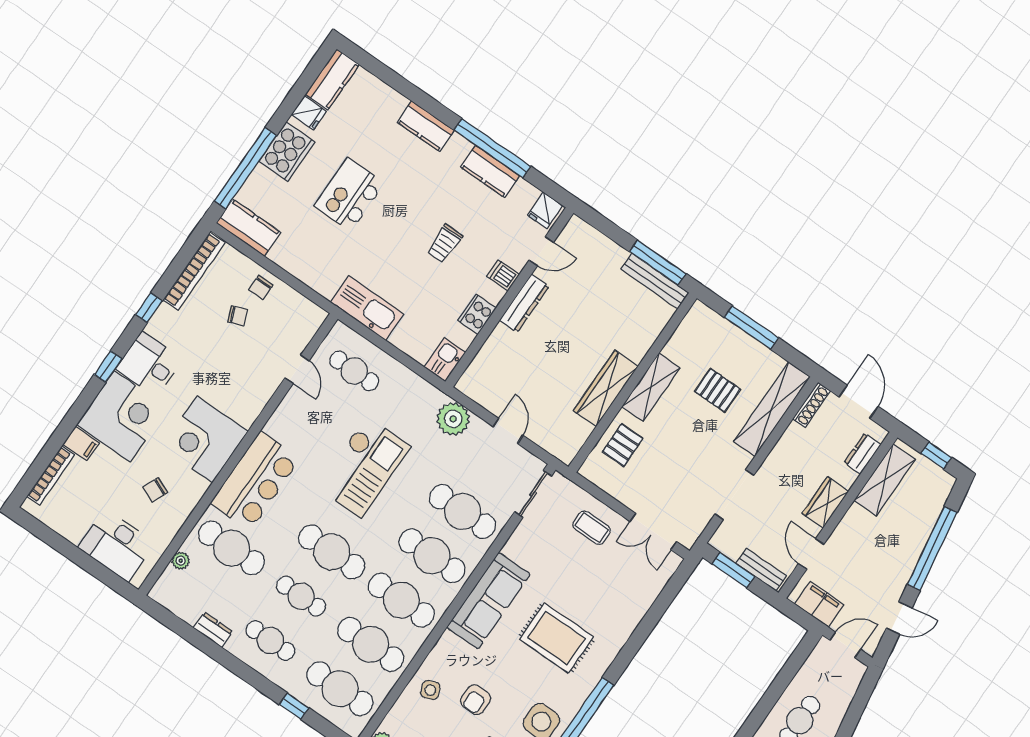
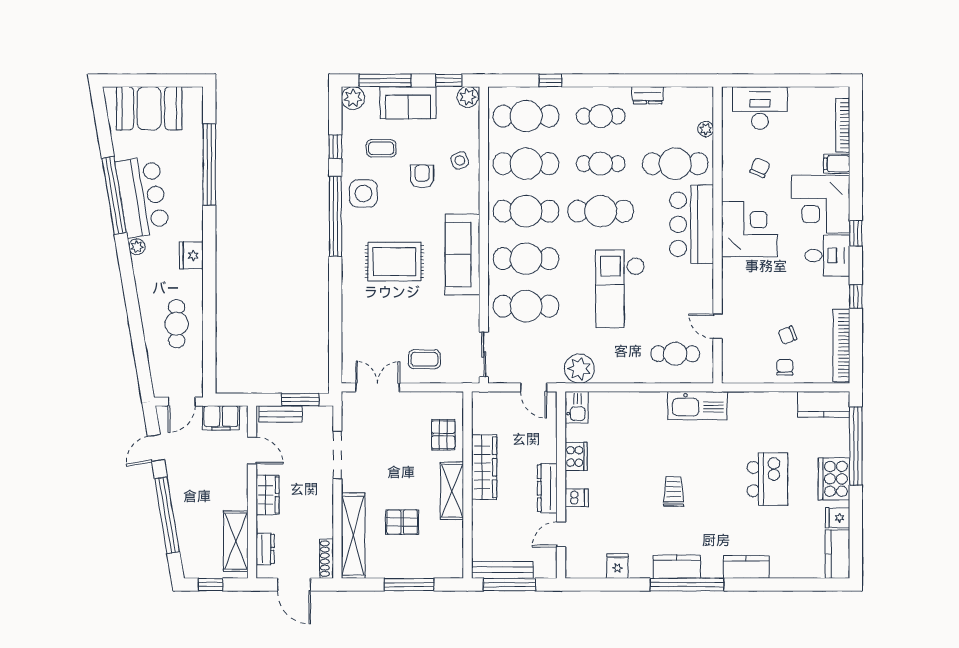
door: (541, 251) -> (561, 534), moved
dishwasher: (503, 275) -> (577, 498), moved
wall: (509, 297) -> (561, 485), moved
dresser: (524, 303) -> (547, 488), moved
cooker: (477, 314) -> (576, 456), moved
kitchen sink: (445, 360) -> (577, 407), moved

